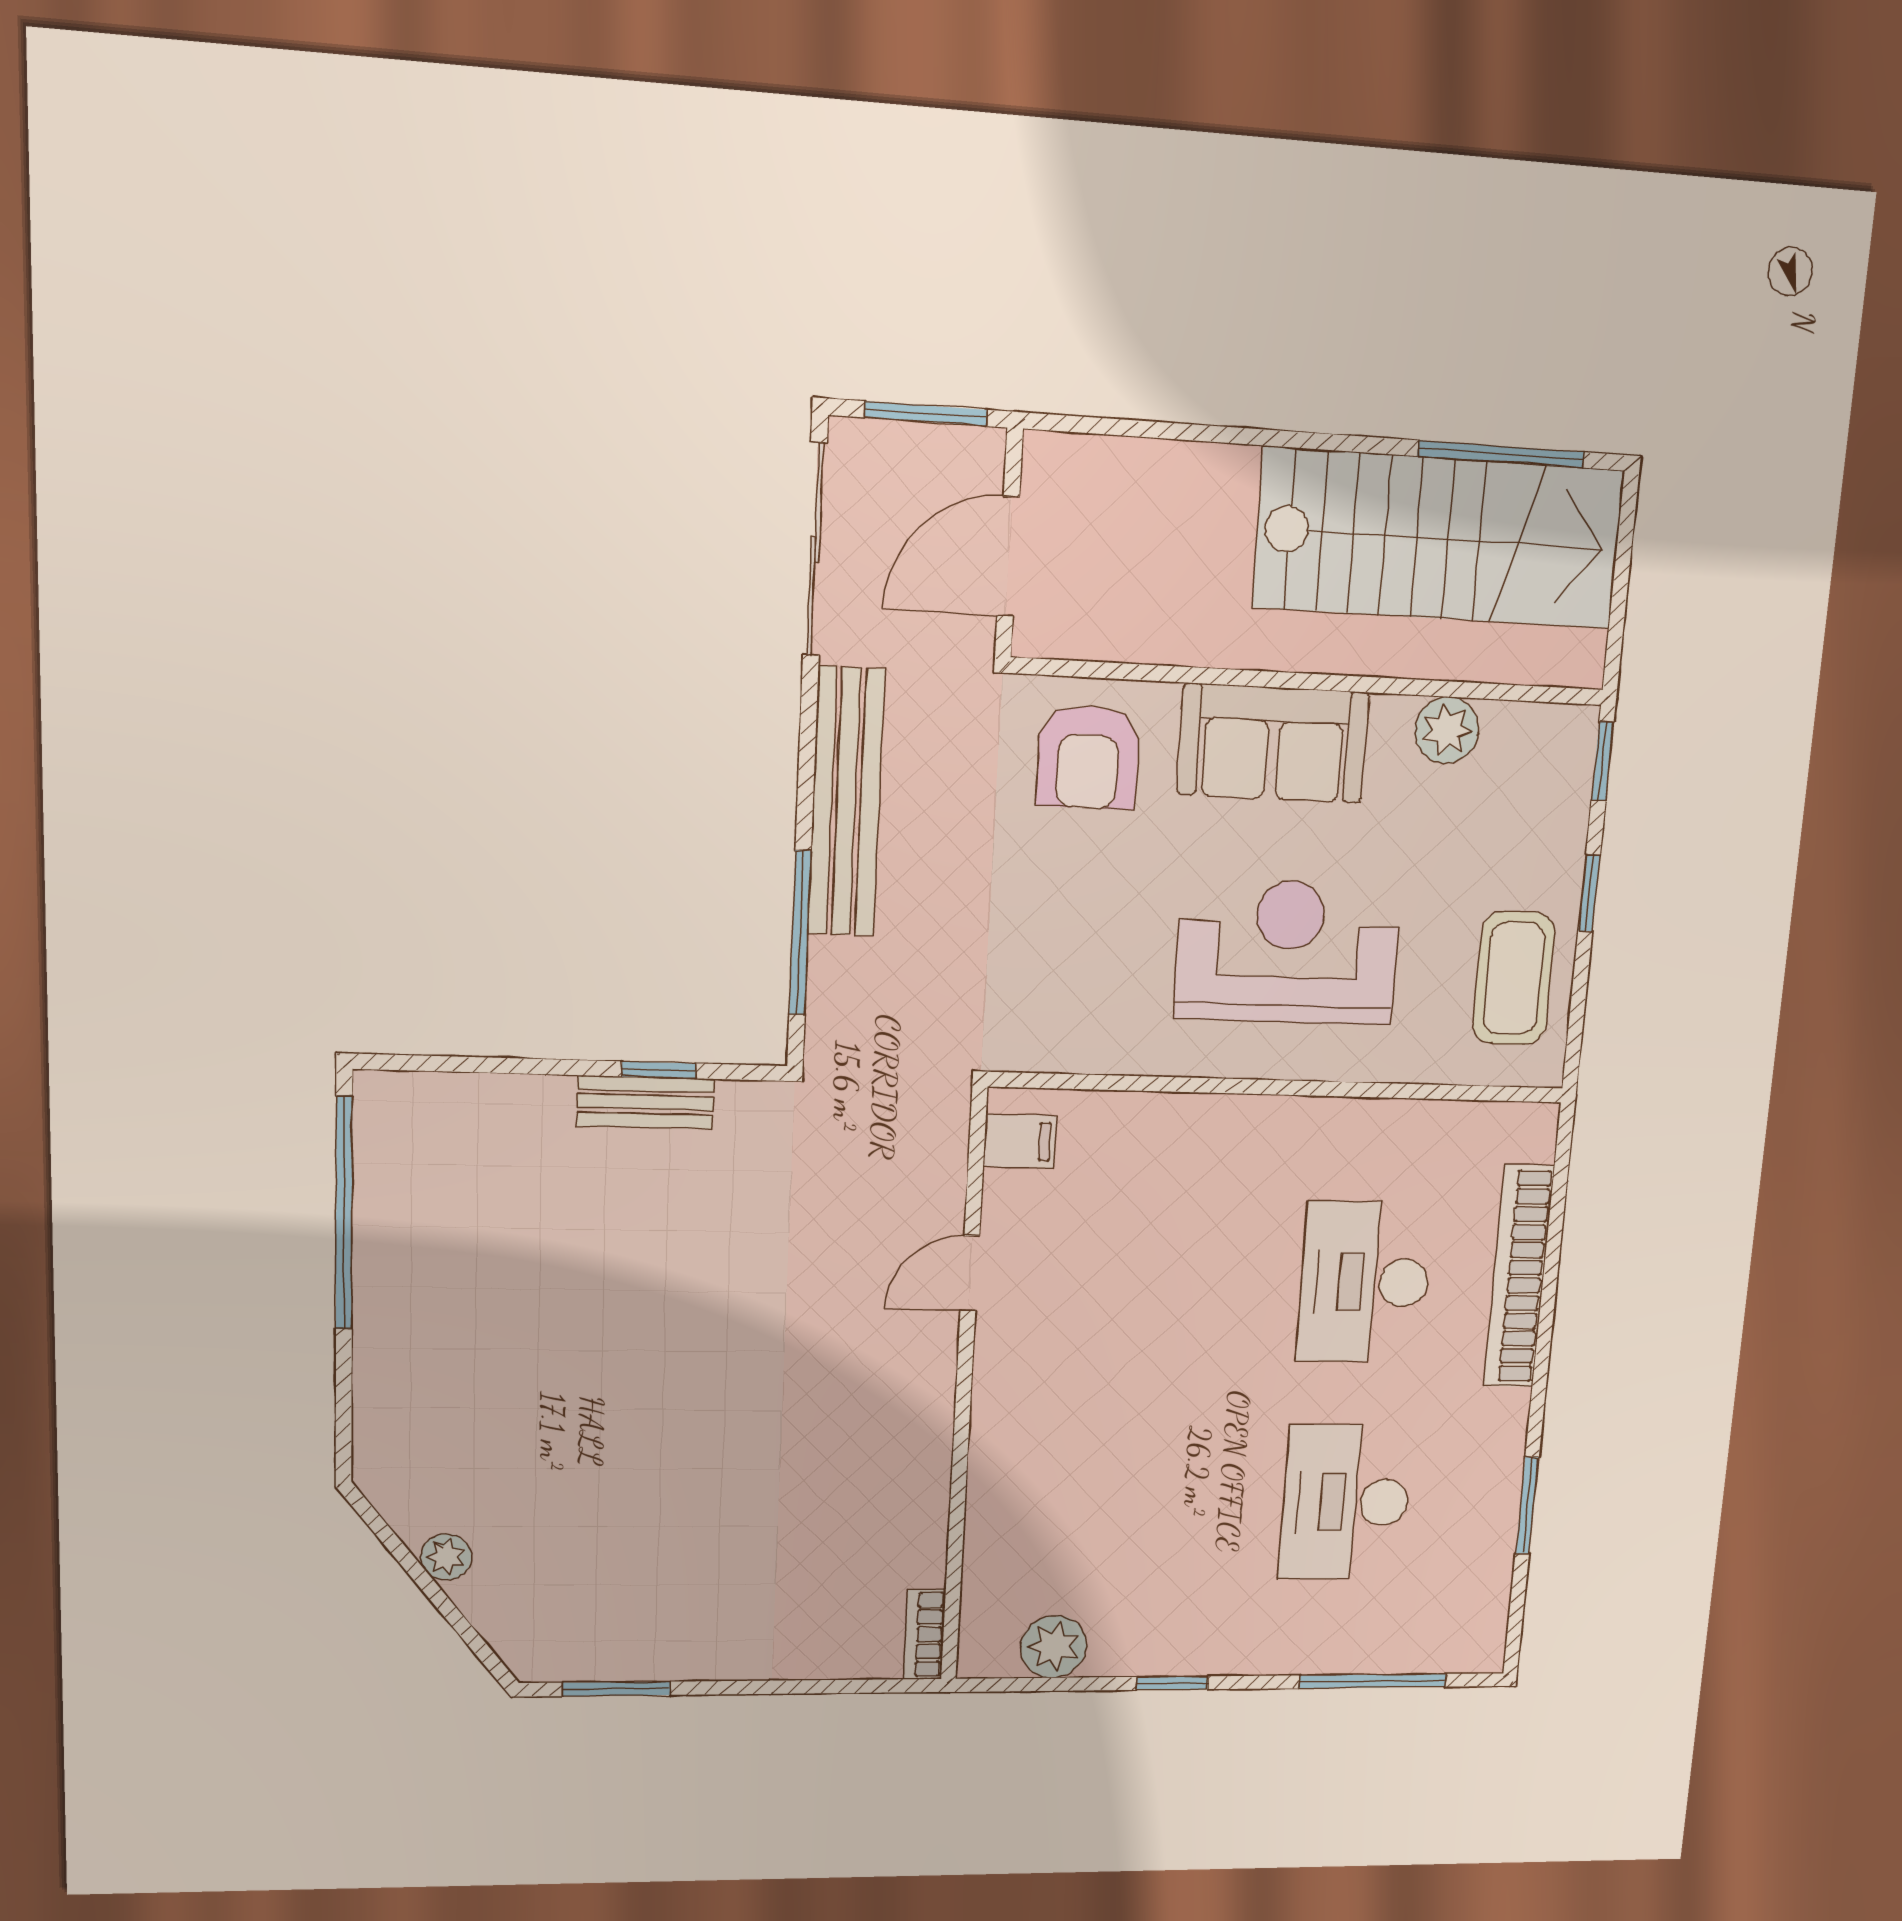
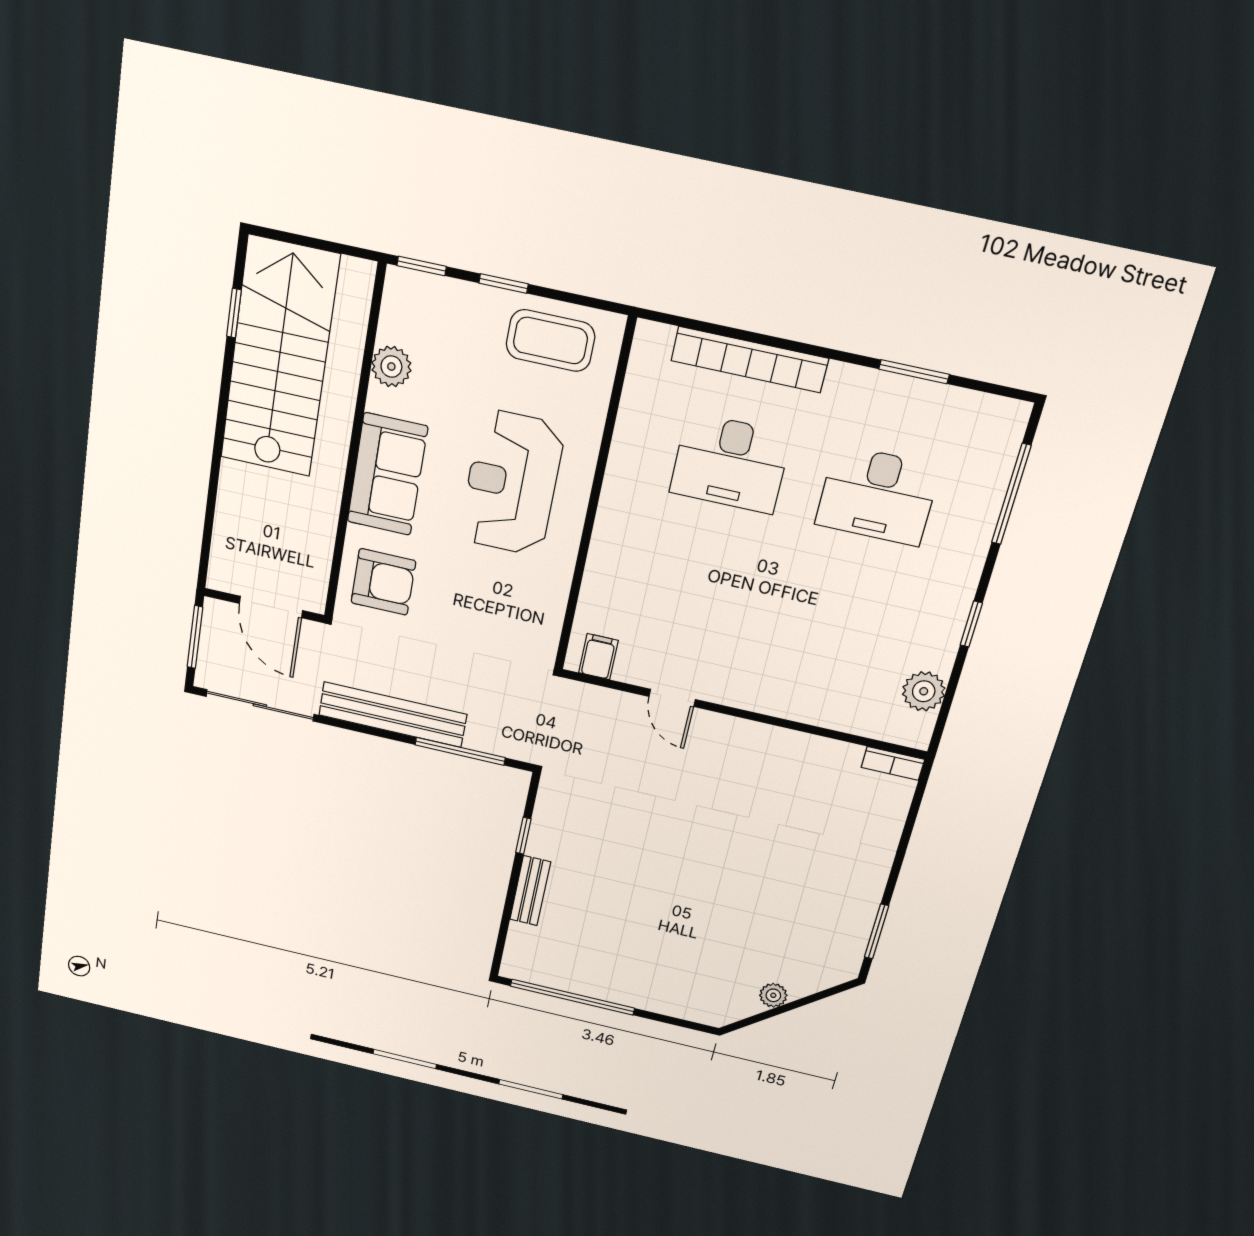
window: (1501, 454) -> (234, 313), width x0.46
bench: (645, 1102) -> (530, 891), moved

